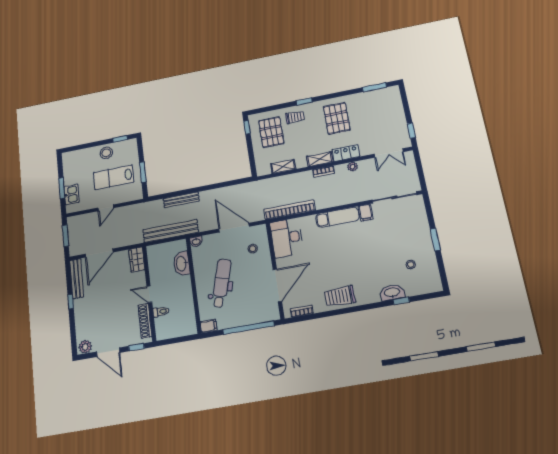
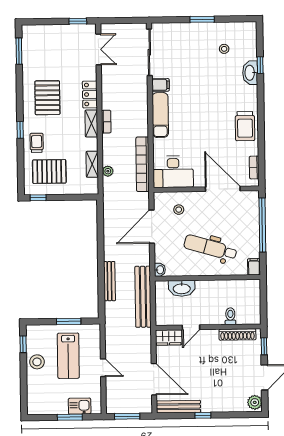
pallet: (337, 118) -> (47, 98), turned 90
plant: (352, 167) -> (108, 171), moved
door: (149, 294) -> (191, 327), moved

